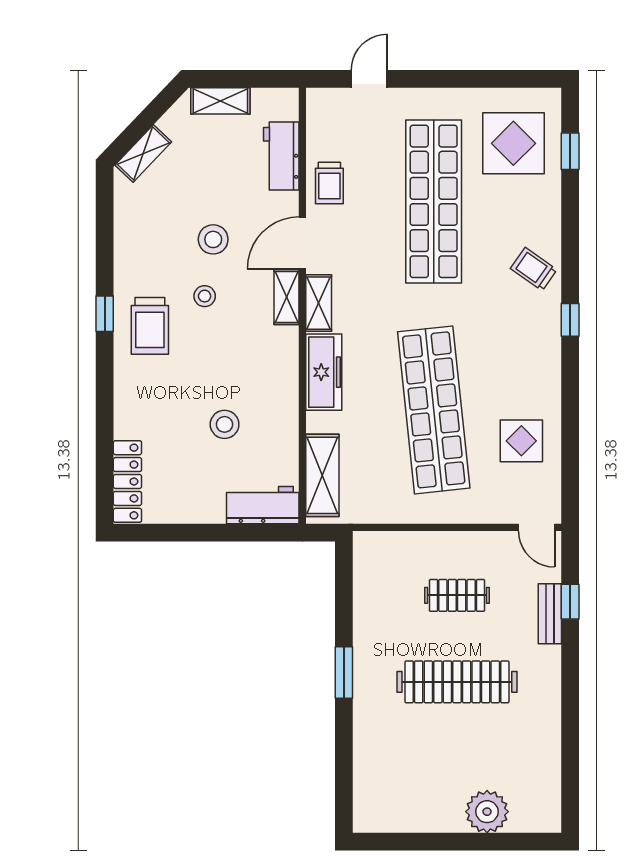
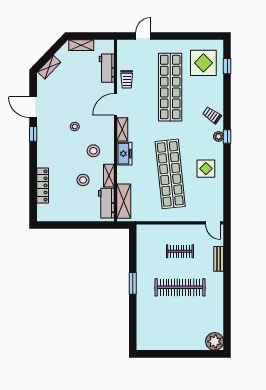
stool: (213, 239) -> (93, 151), moved
door: (105, 250) -> (33, 107), added
shelving: (287, 297) -> (109, 176), moved
plant: (550, 320) -> (219, 136), added
trolley: (150, 326) -> (52, 139), removed
freezer: (324, 372) -> (124, 154), width x0.71
display table: (521, 441) -> (206, 169), moved
locker: (127, 481) -> (43, 185), moved
workbench: (263, 505) -> (106, 203), moved, turned -90
window: (570, 602) -> (227, 254), removed
plant: (487, 812) -> (215, 341), moved

